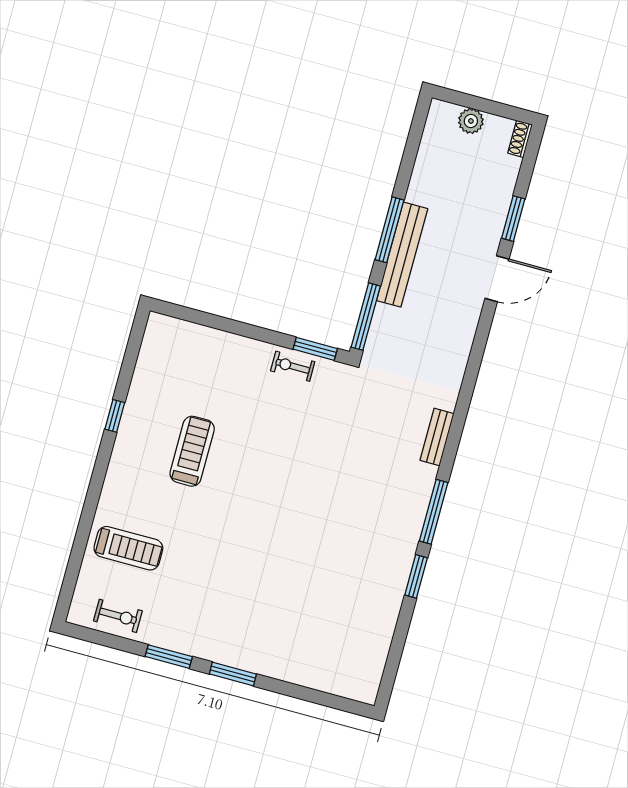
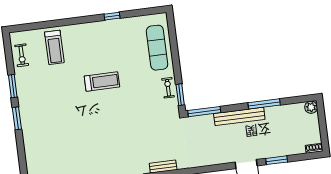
plant: (471, 121) -> (311, 107), moved
window: (389, 230) -> (264, 104), moved
exercise mat: (209, 356) -> (157, 48), added
treadmill: (192, 451) -> (102, 82), moved

